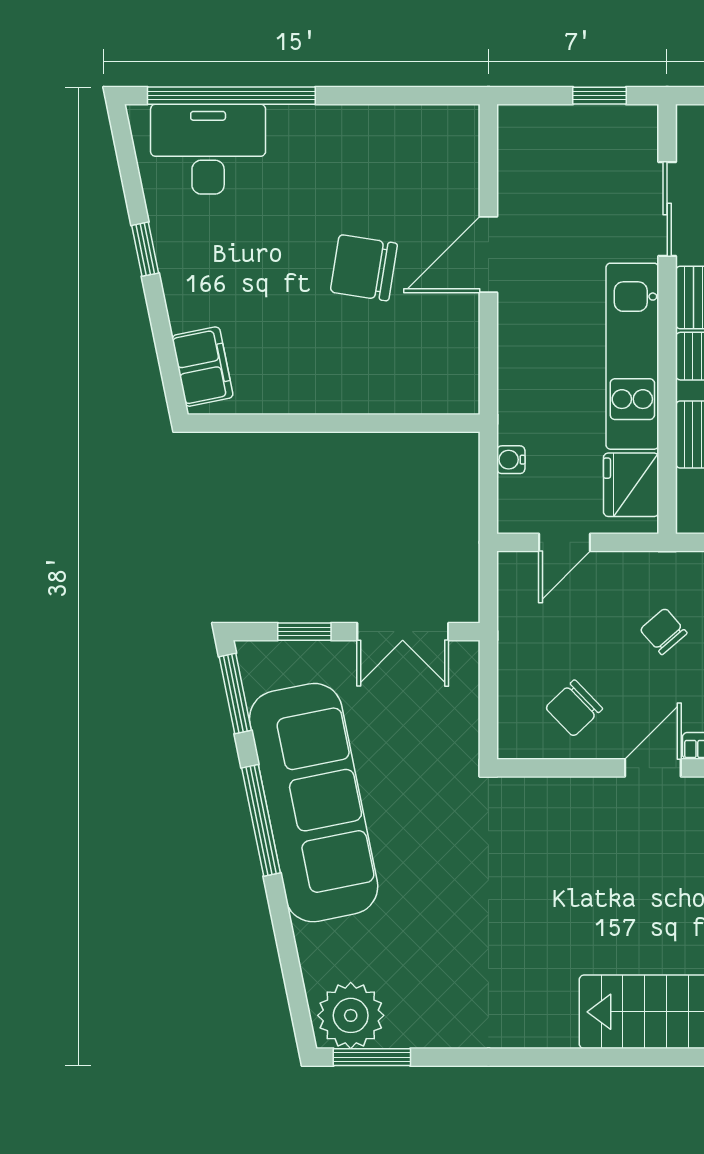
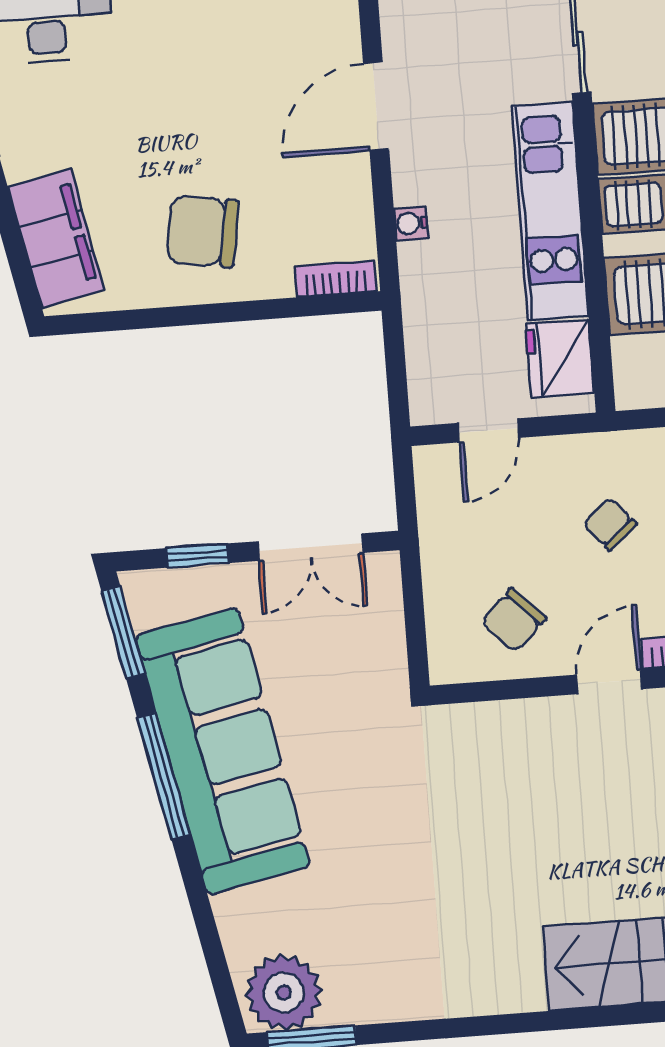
chair: (364, 268) -> (203, 231), moved
filing cabinet: (202, 367) -> (56, 238), width x1.50, depth x1.17
bookcase: (442, 401) -> (336, 279), added
water cooler: (511, 460) -> (411, 223), moved

